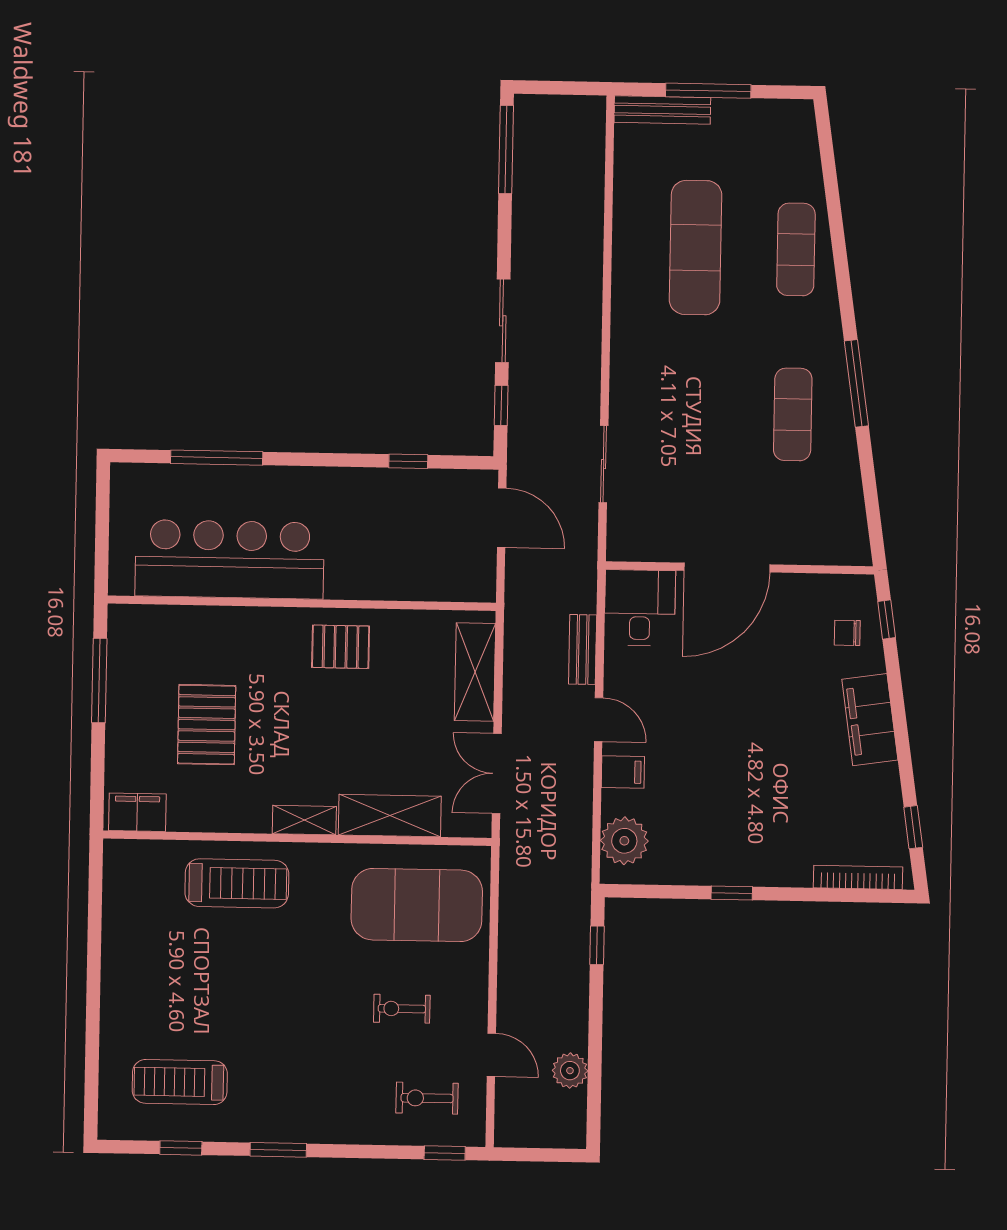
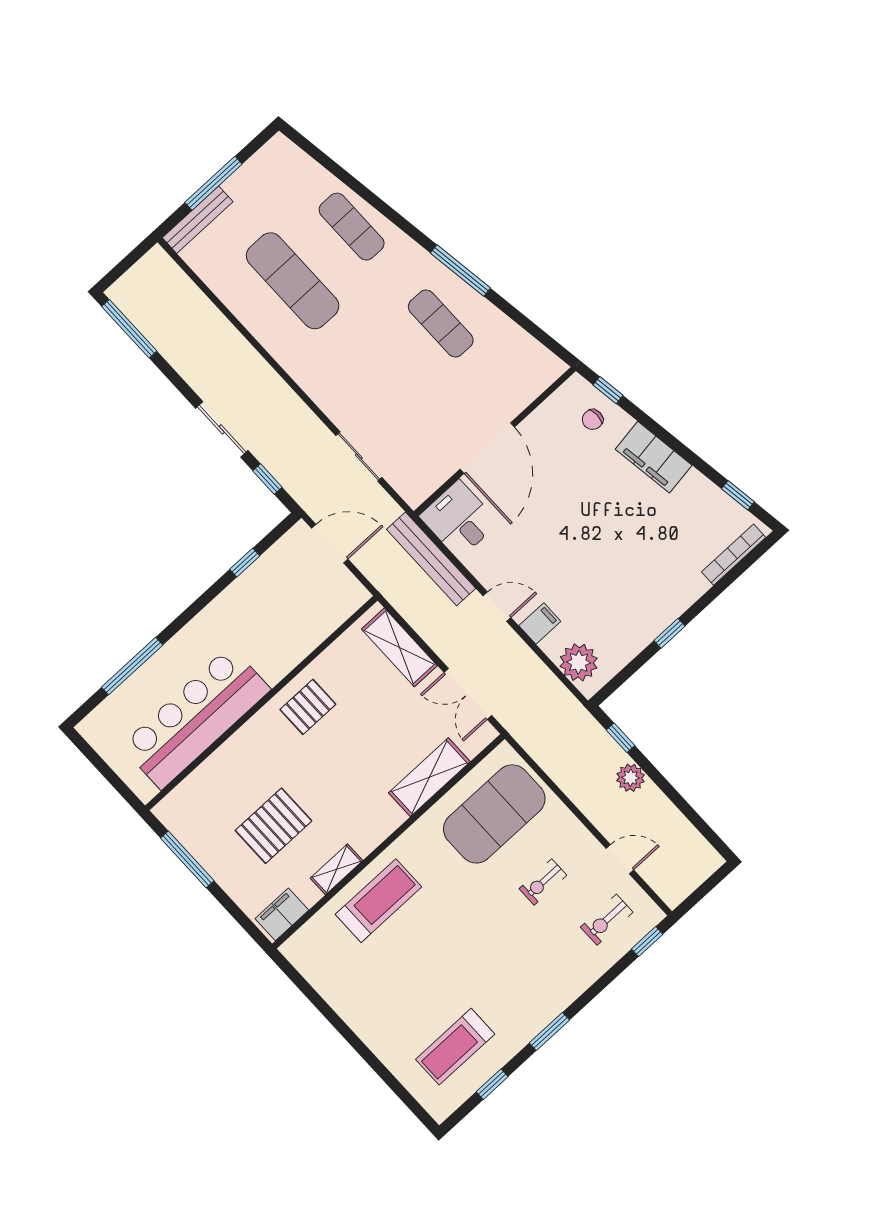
bench: (583, 649) -> (431, 559), width x1.86, depth x1.21
pallet: (207, 725) -> (274, 826), turned 90
shelving: (304, 820) -> (336, 869), moved
plant: (570, 1071) -> (630, 778), moved

